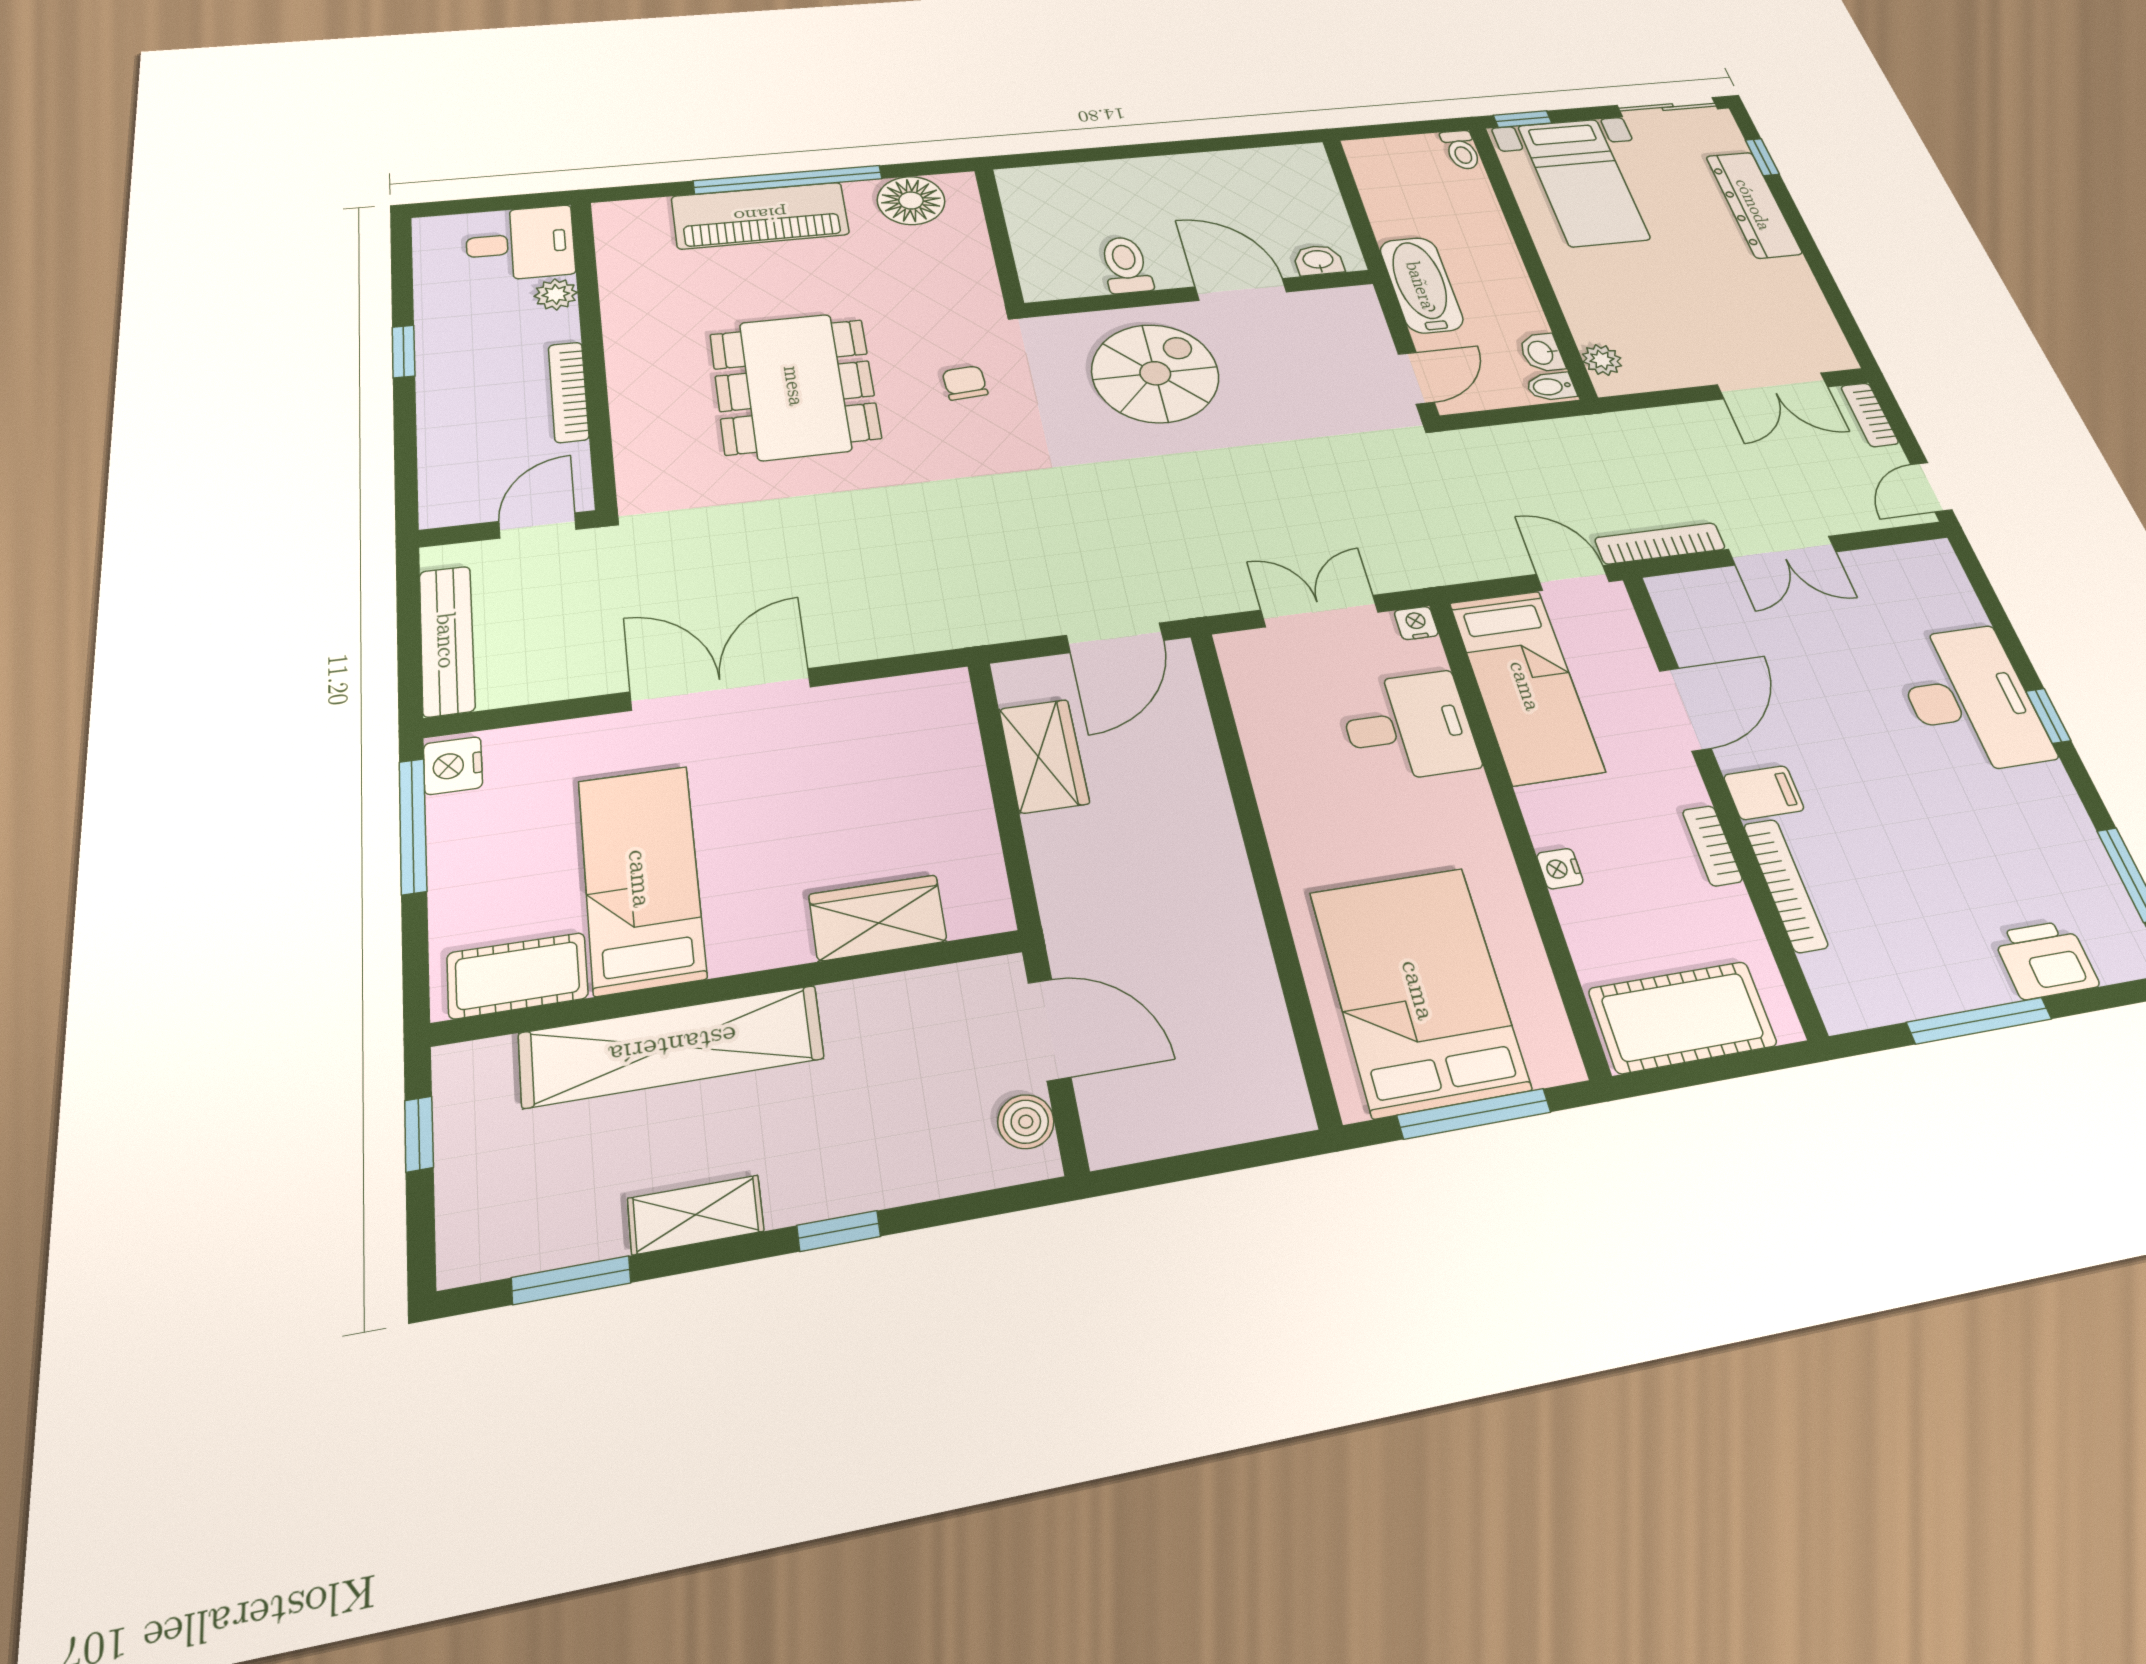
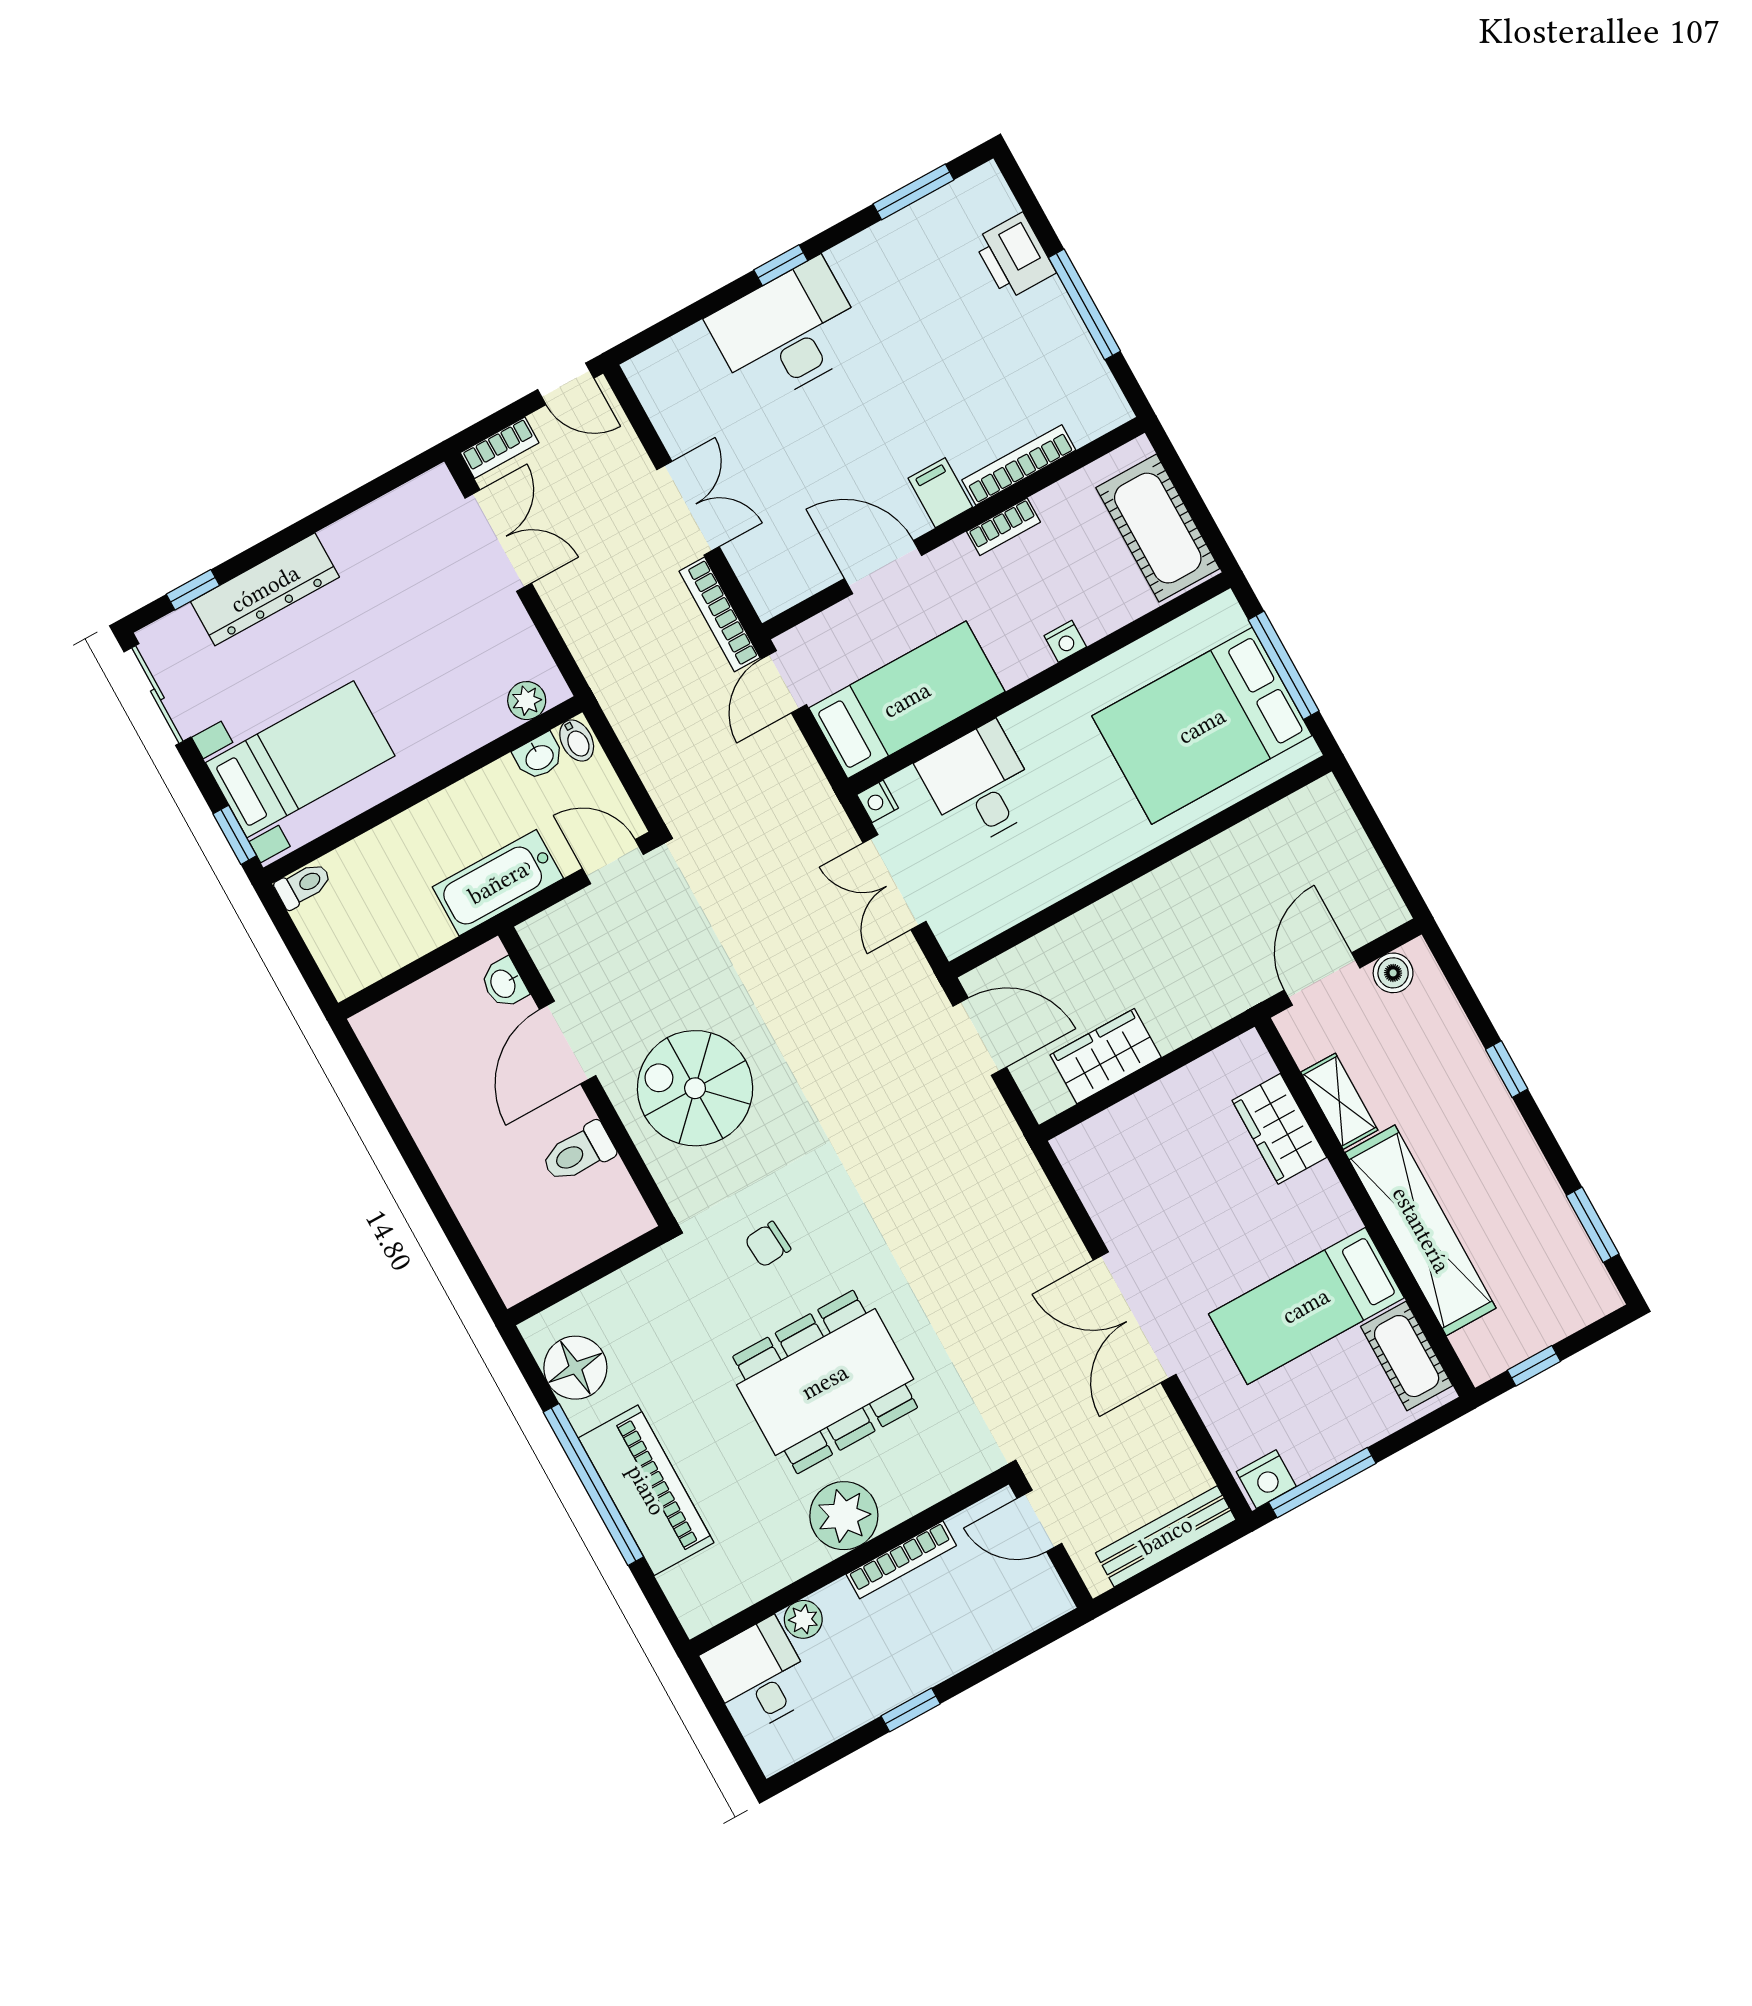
plant: (644, 359) -> (844, 1516), added
shelving: (696, 1215) -> (1339, 1101), moved

